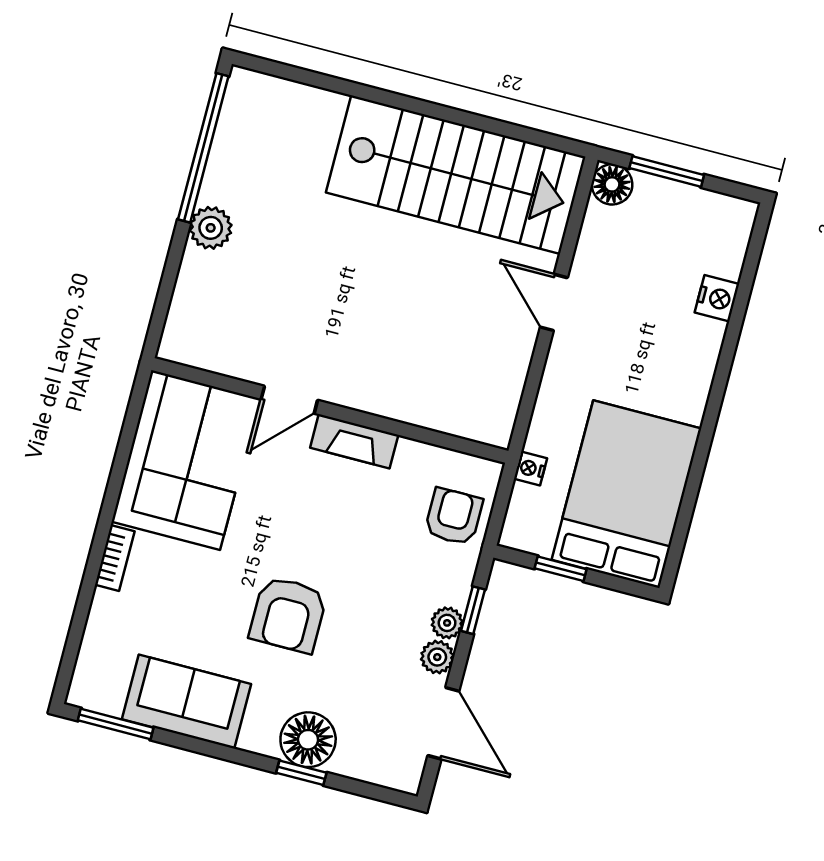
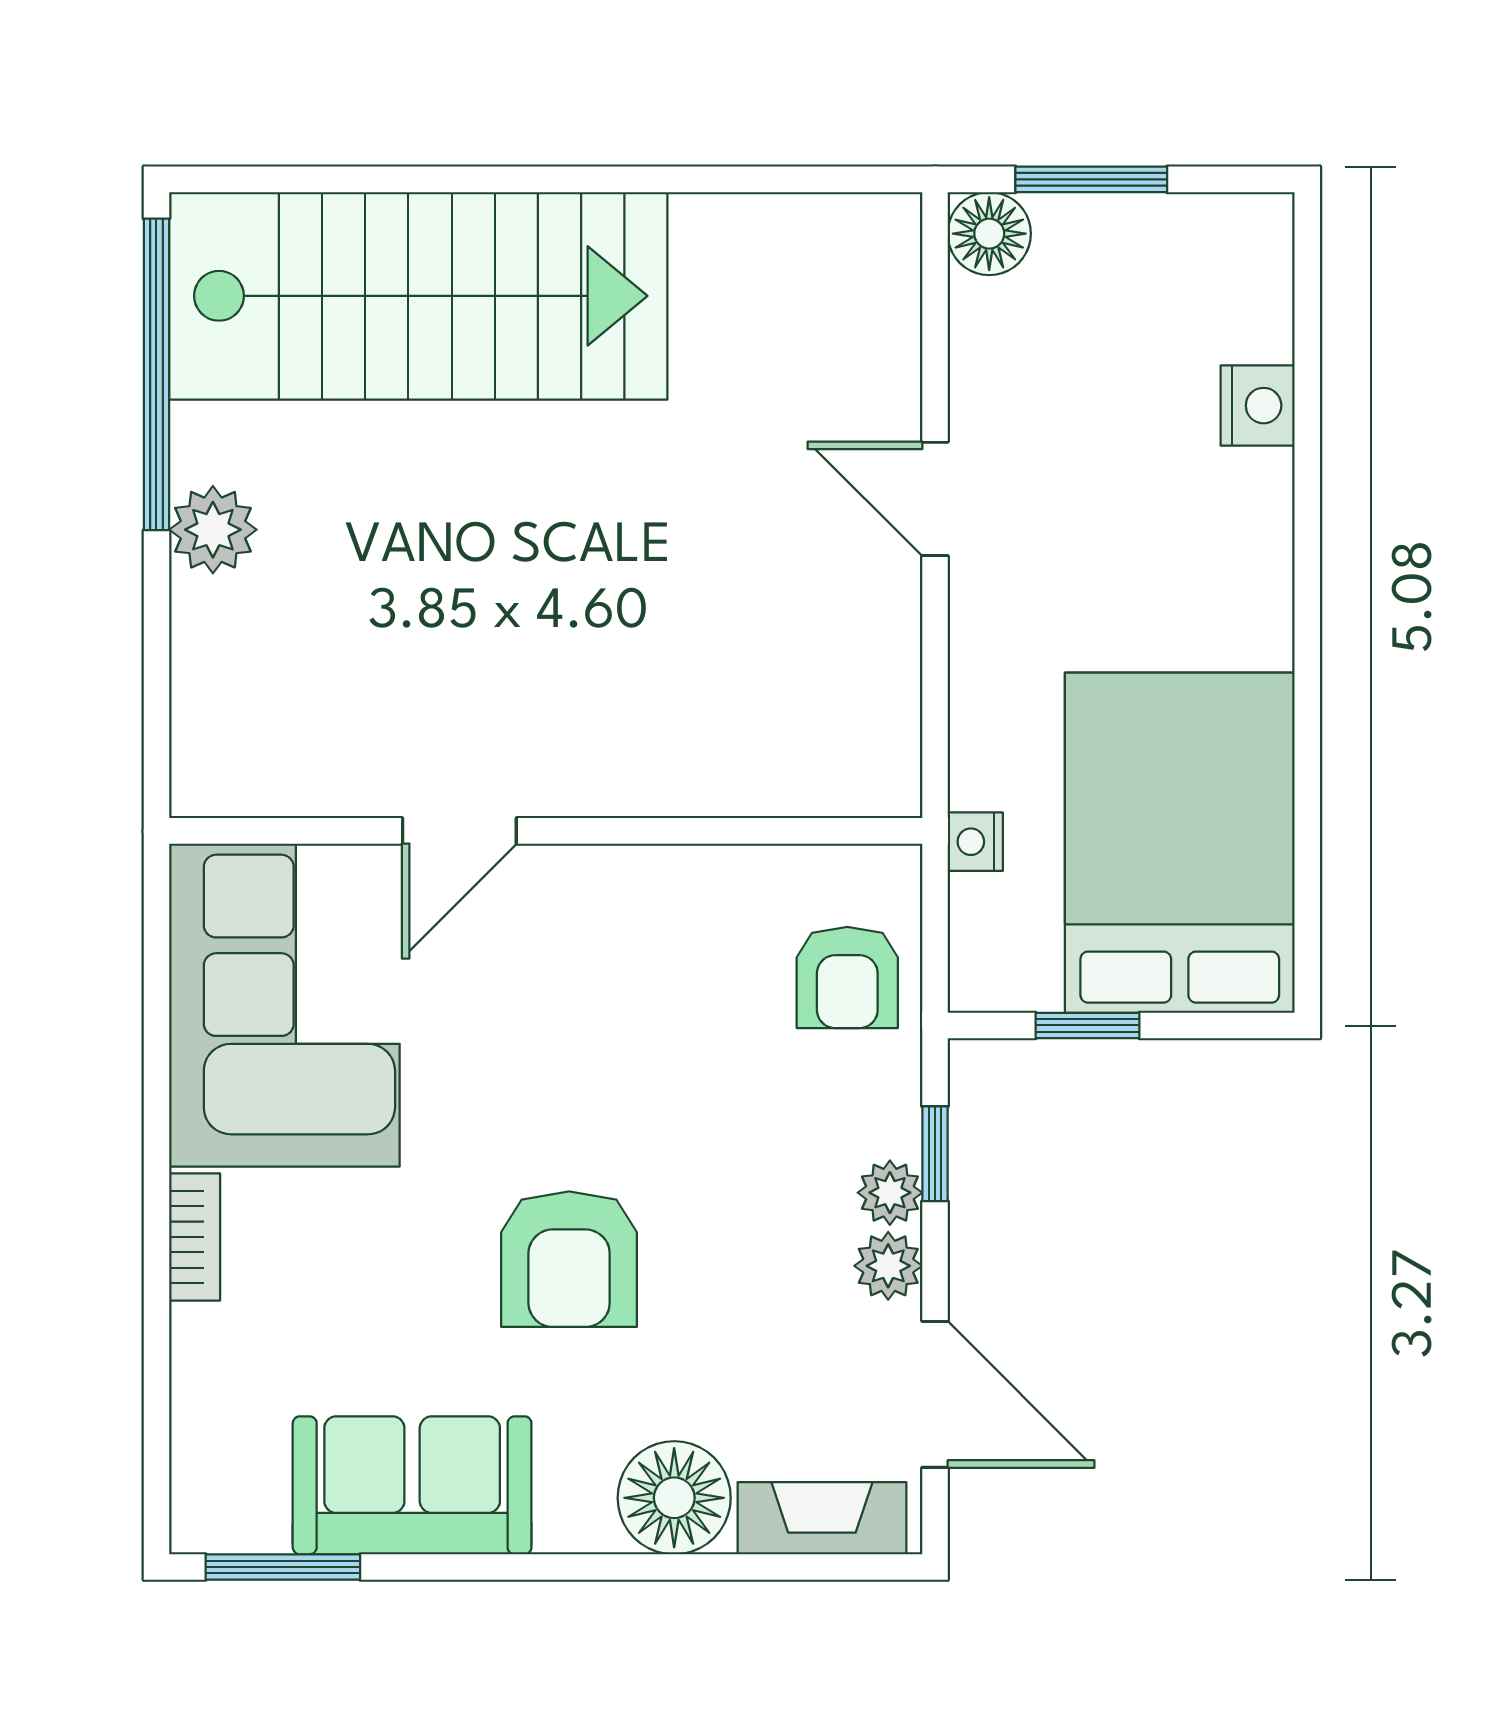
stairs: (456, 175) -> (418, 296), moved
fireplace: (354, 441) -> (822, 1518), moved, turned 180
armchair: (454, 517) -> (847, 978), turned 180
window: (301, 773) -> (678, 1567), removed

